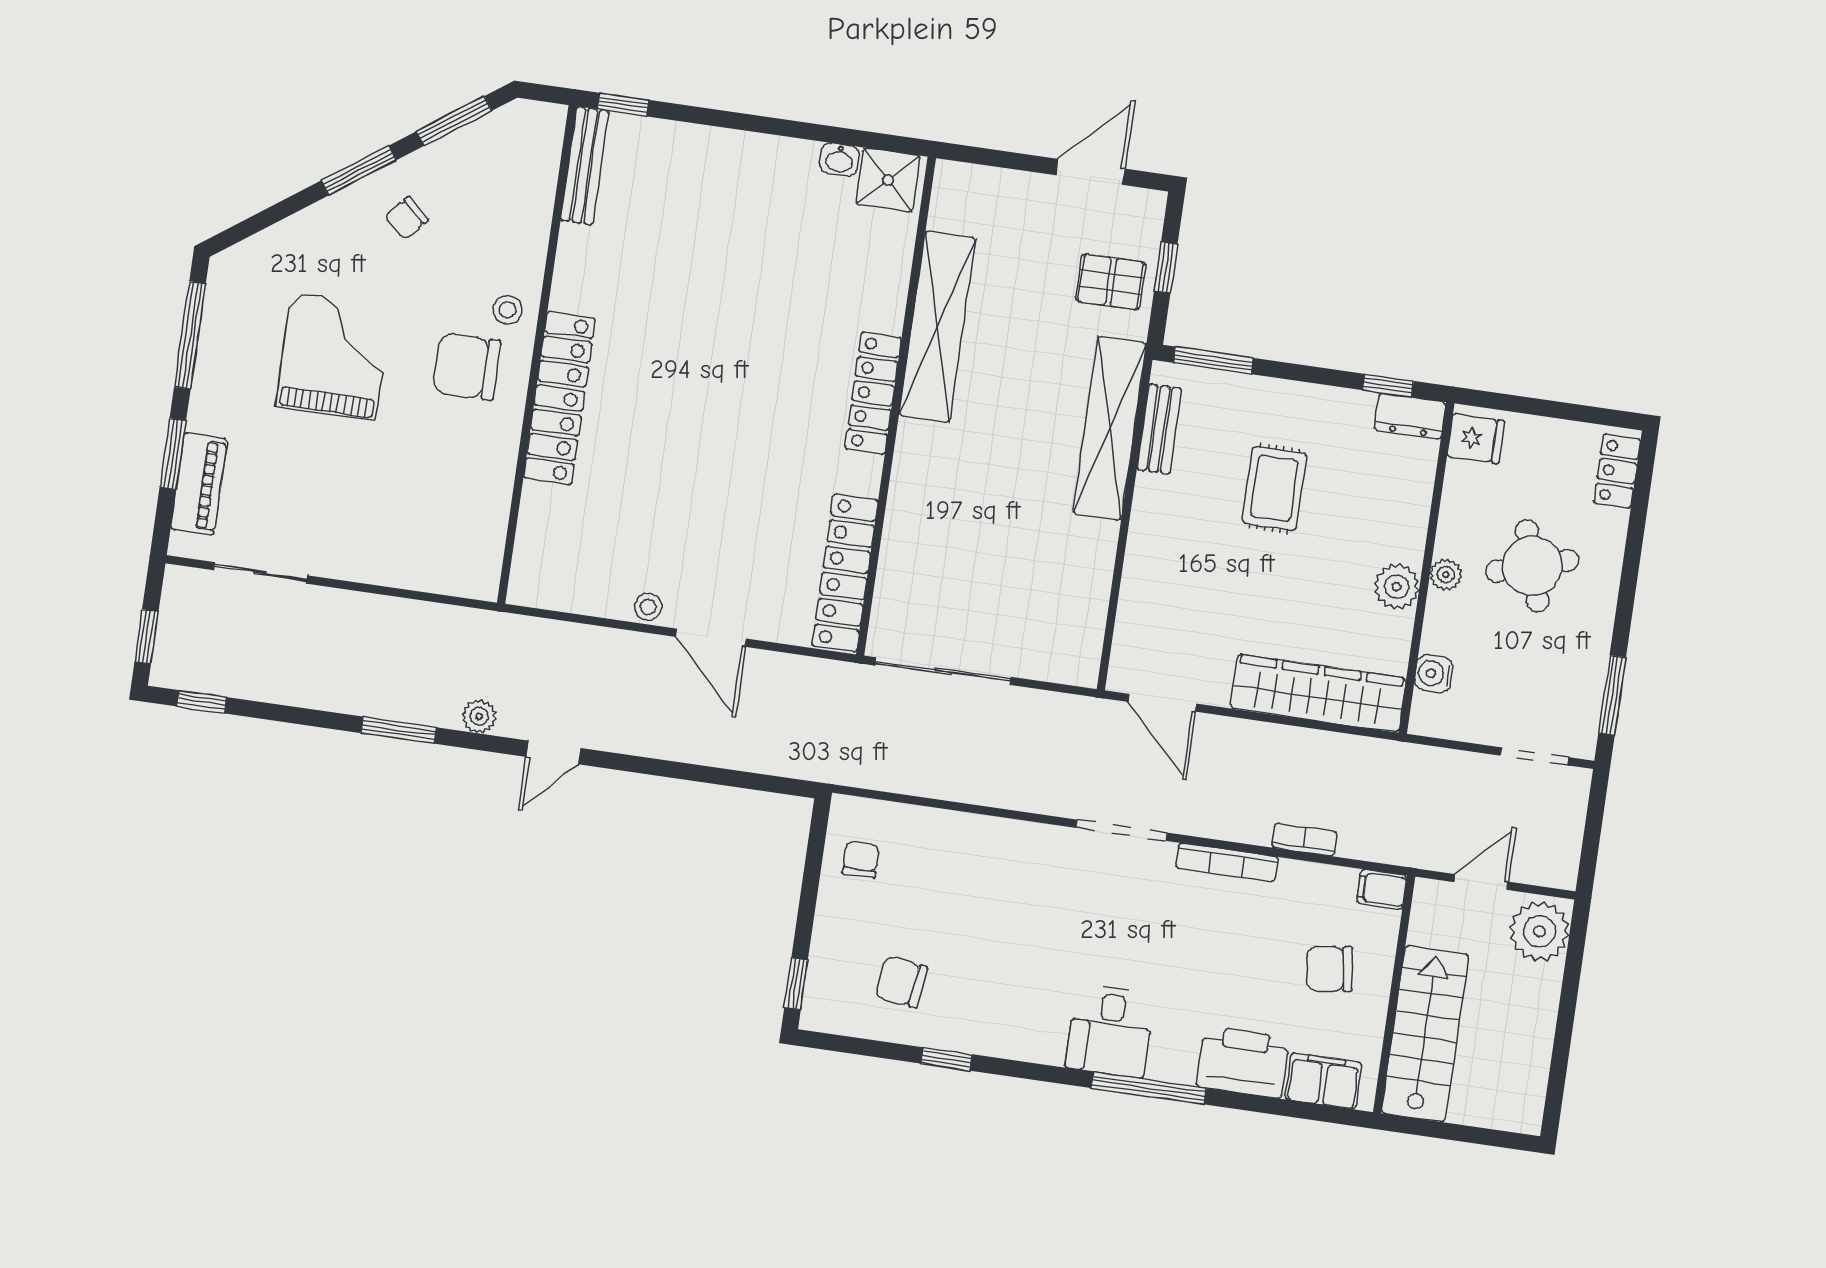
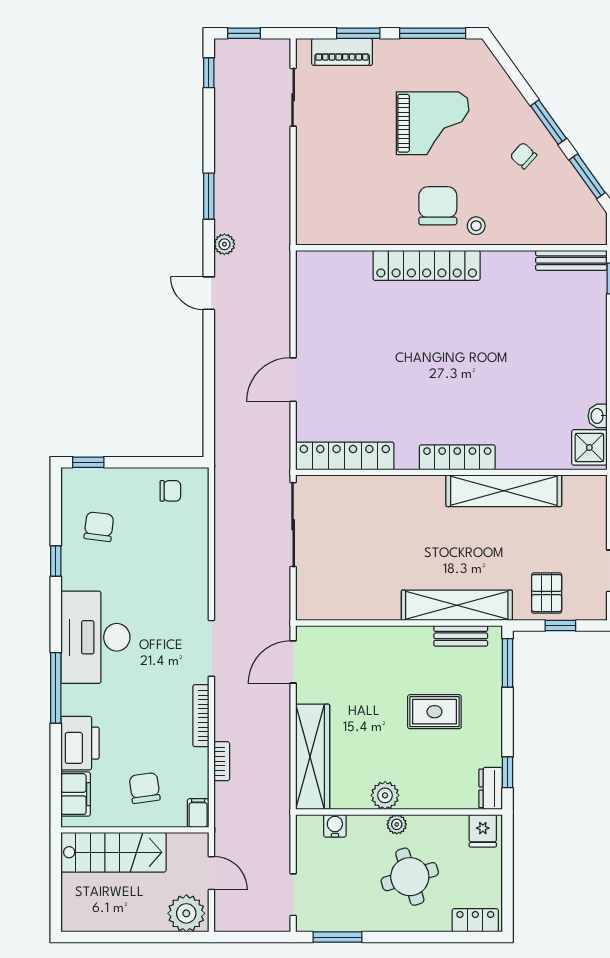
stool: (648, 607) -> (306, 338), removed
desk: (1110, 1031) -> (95, 637), width x1.87, depth x1.30

